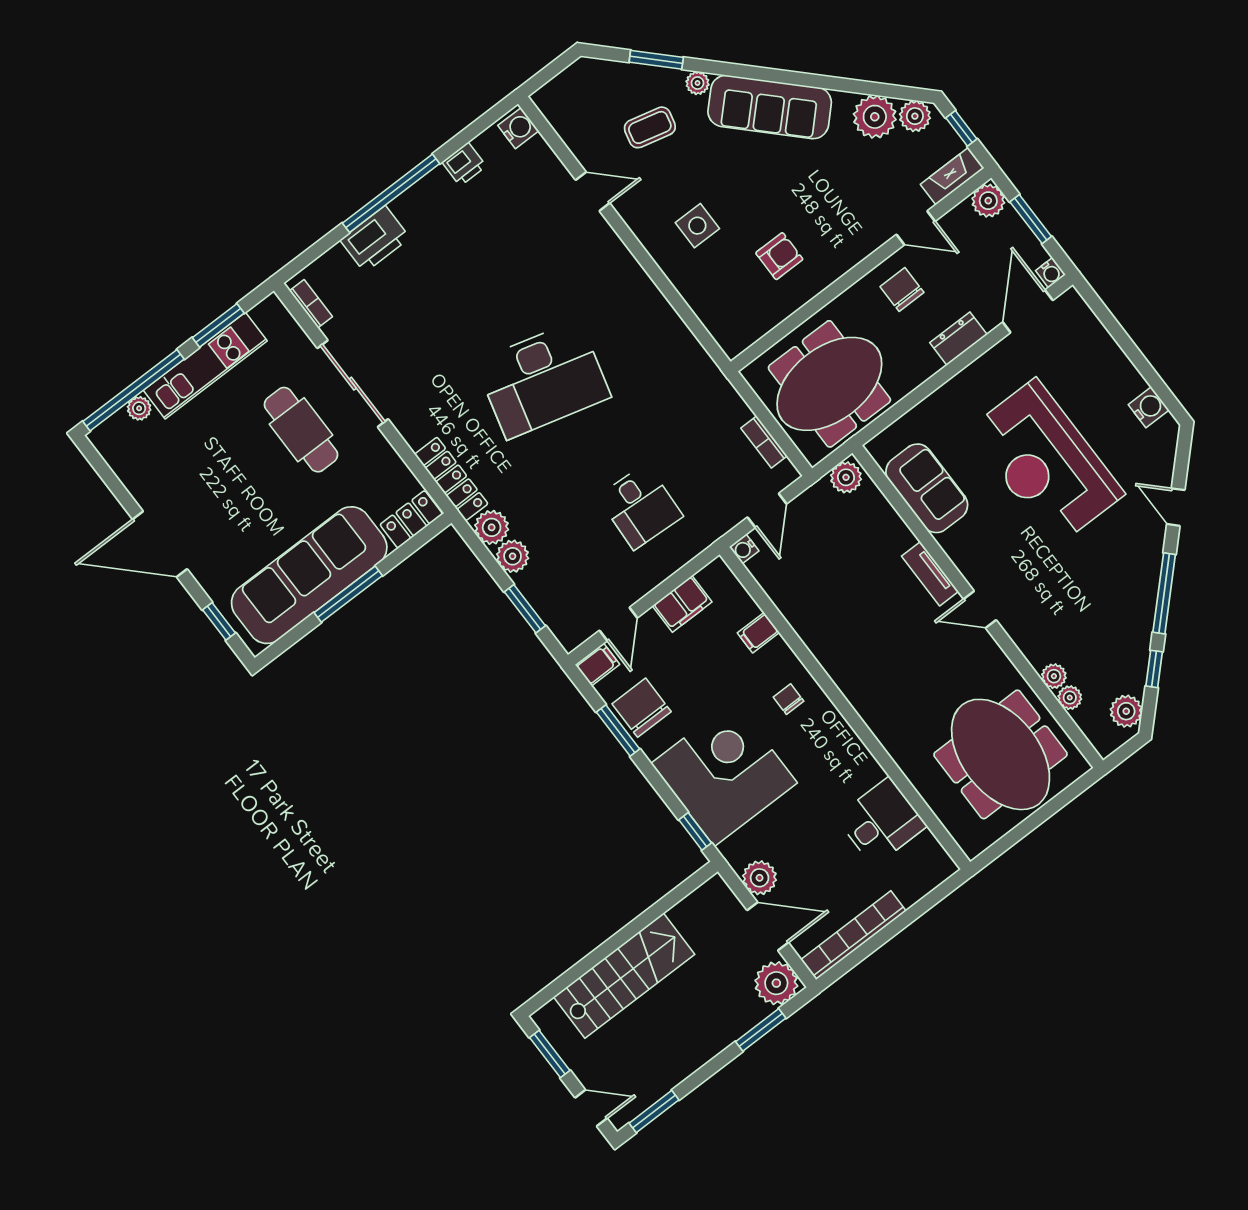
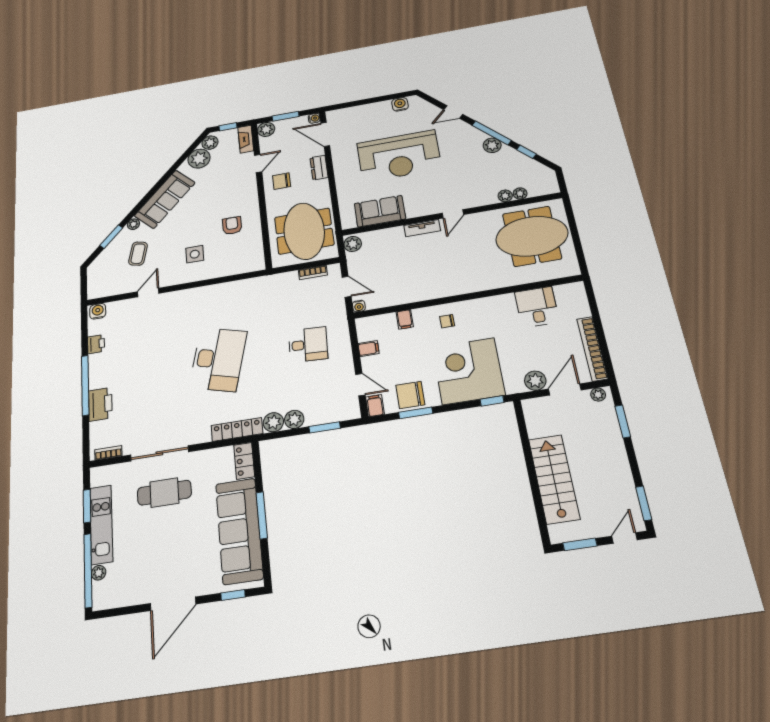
filing cabinet: (682, 604) -> (369, 349), width x0.50
plant: (1126, 711) -> (492, 145), moved
plant: (776, 983) -> (598, 395), width x0.53, depth x0.53

